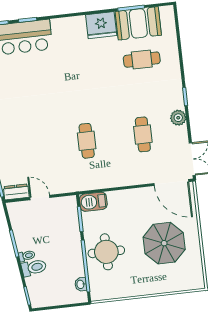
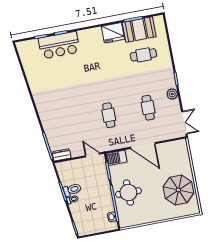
door: (171, 183) -> (143, 145), moved
door: (40, 197) -> (92, 155), moved
parasol: (164, 243) -> (178, 190), moved
toilet: (34, 268) -> (72, 190), moved

